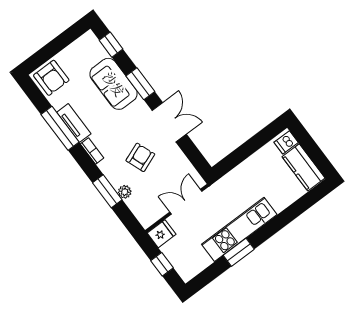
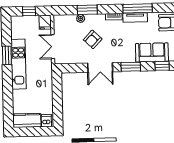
sofa: (114, 84) -> (152, 52), moved
armchair: (140, 157) -> (93, 39), turned 65
double door: (186, 202) -> (53, 47), swing flipped

